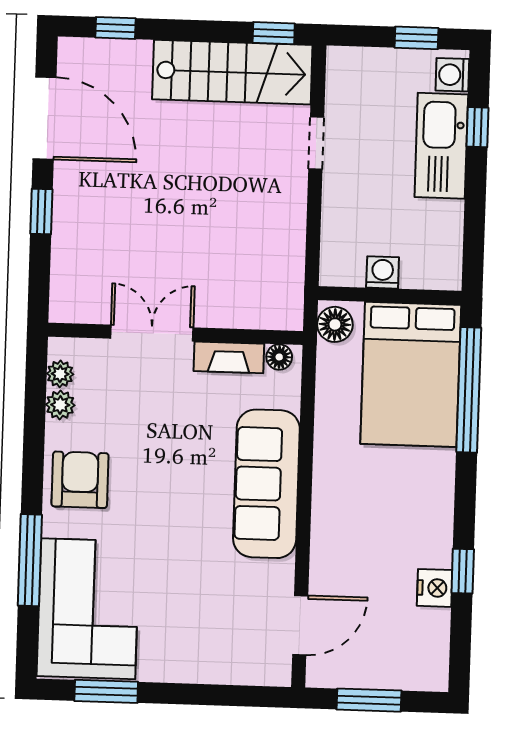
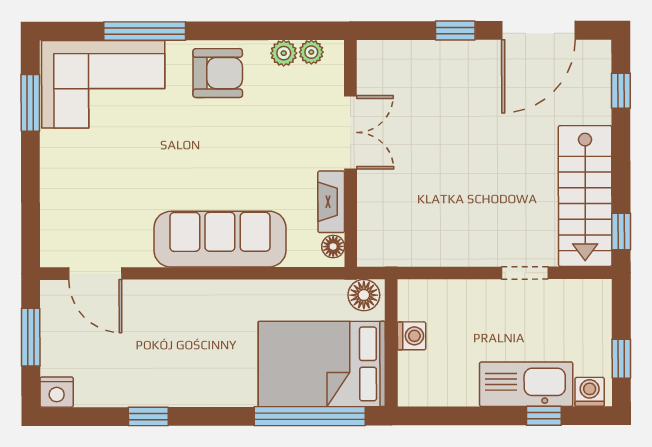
nightstand: (435, 588) -> (57, 392), moved

